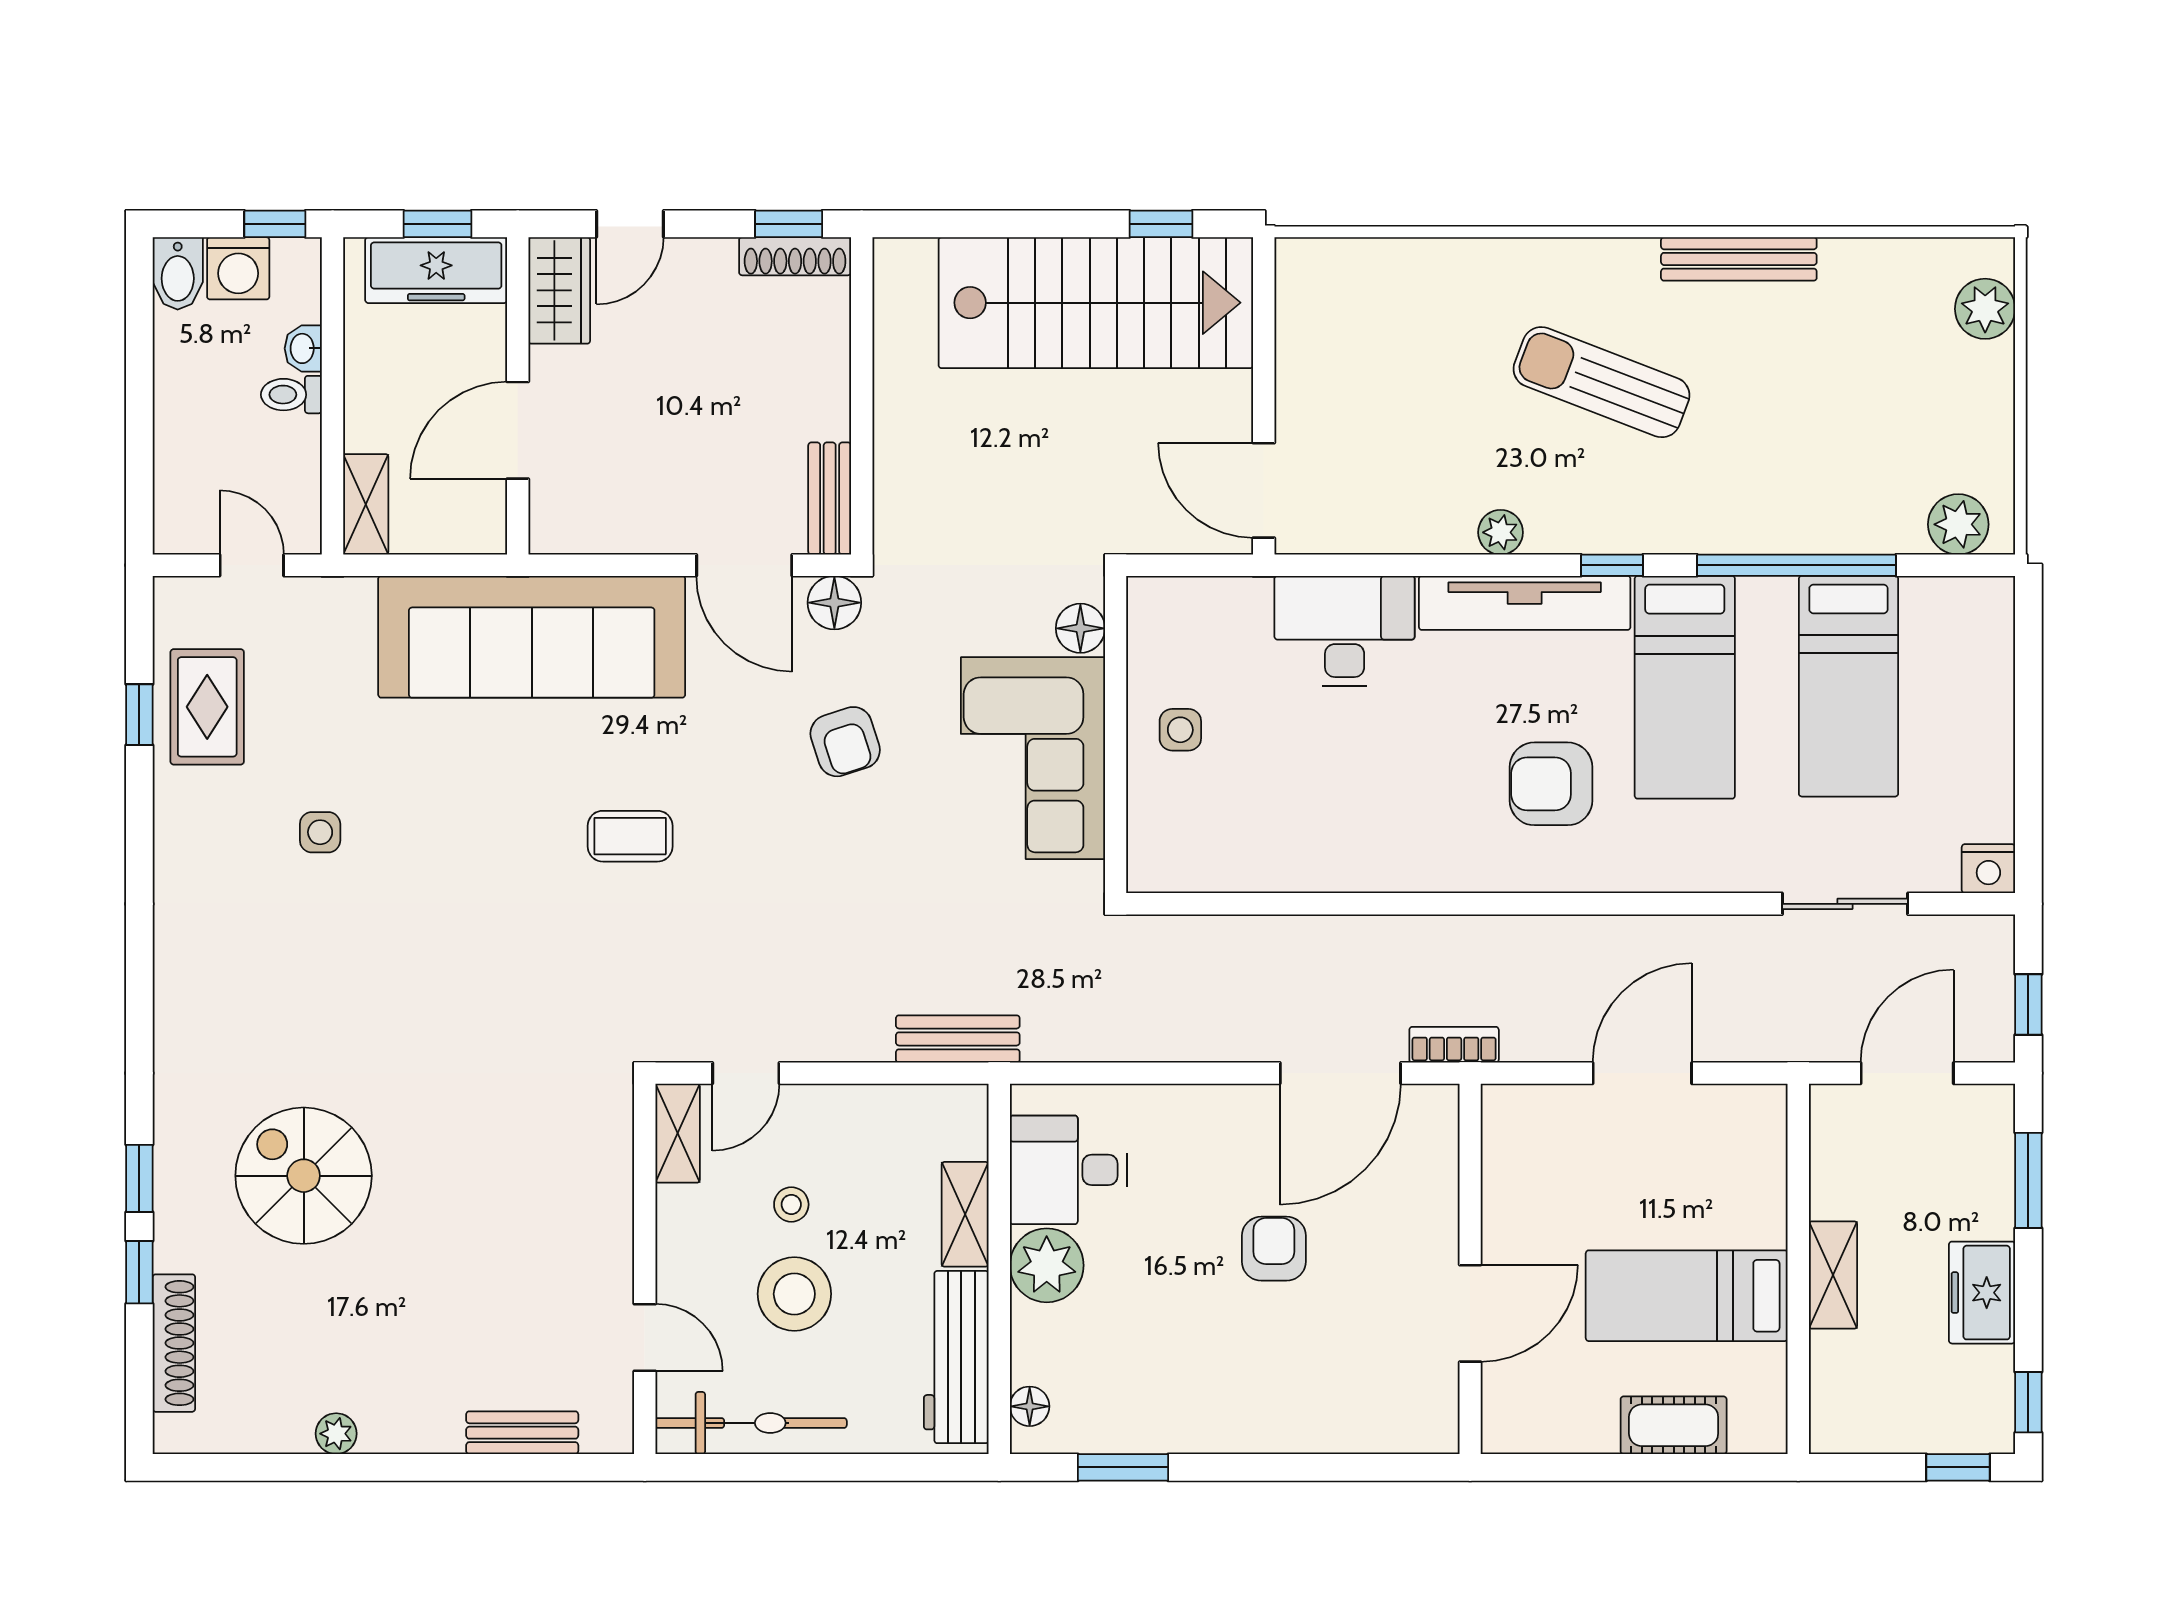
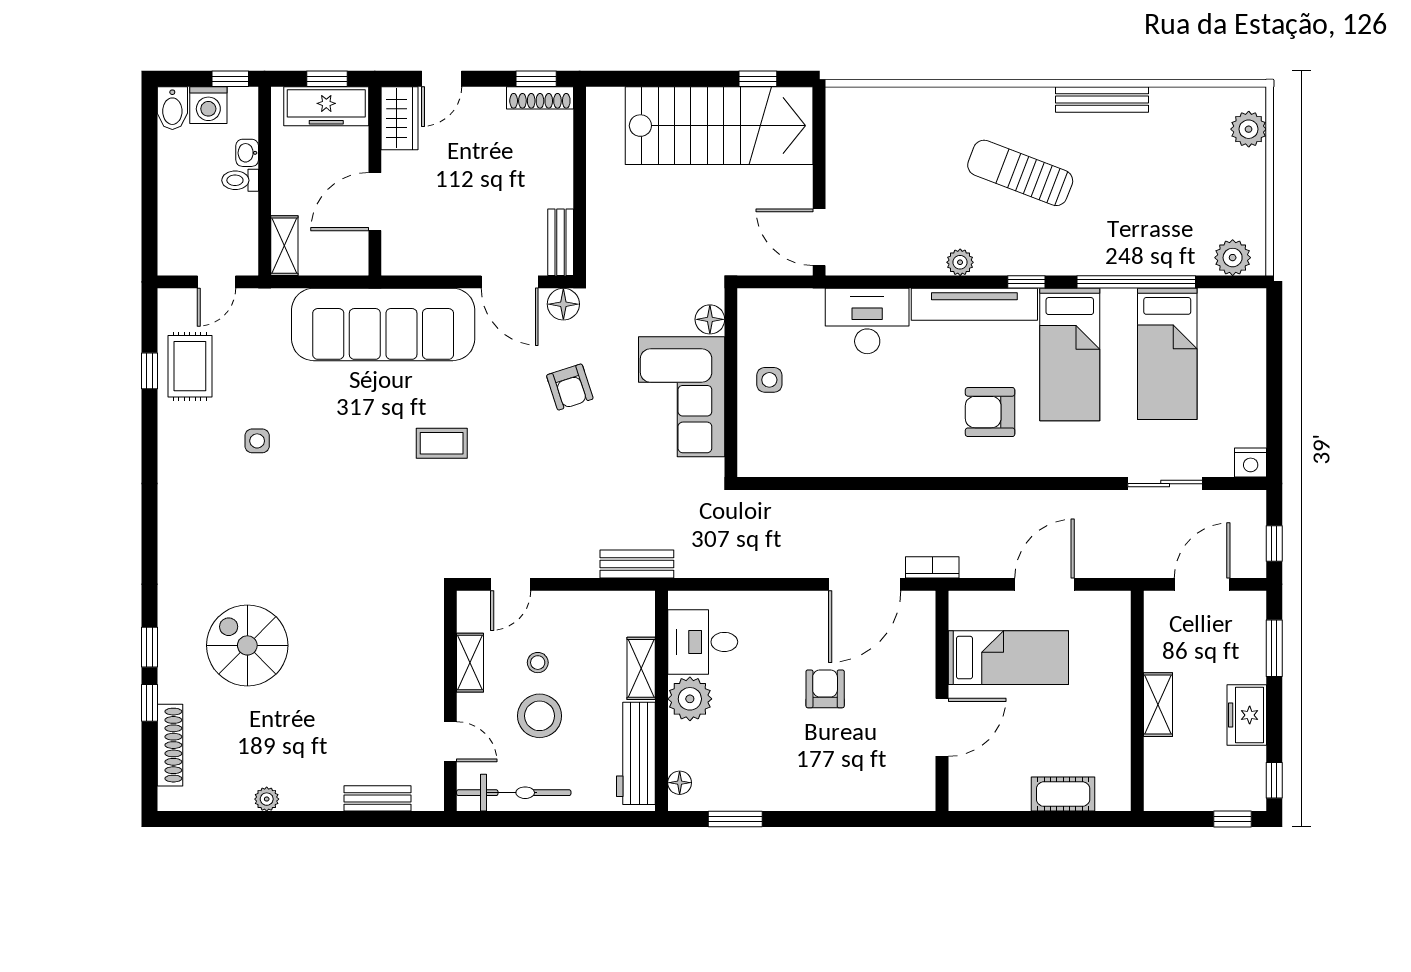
door: (252, 565) -> (216, 282), swing flipped
shelving: (678, 1133) -> (470, 663), moved
bed: (1687, 1296) -> (1008, 658), moved, turned 180

